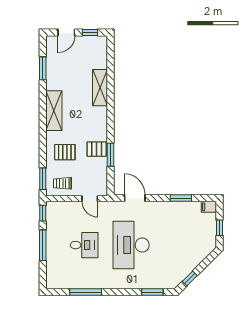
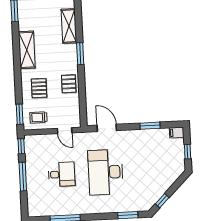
pallet: (97, 149) -> (69, 84), turned 90
pallet: (65, 152) -> (39, 88), turned 90
window: (110, 155) -> (80, 54), moved

